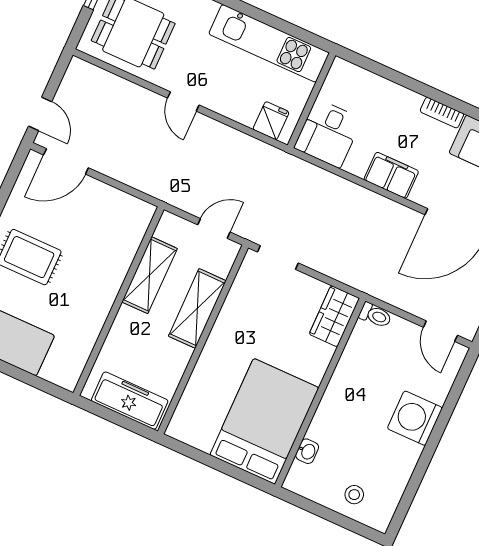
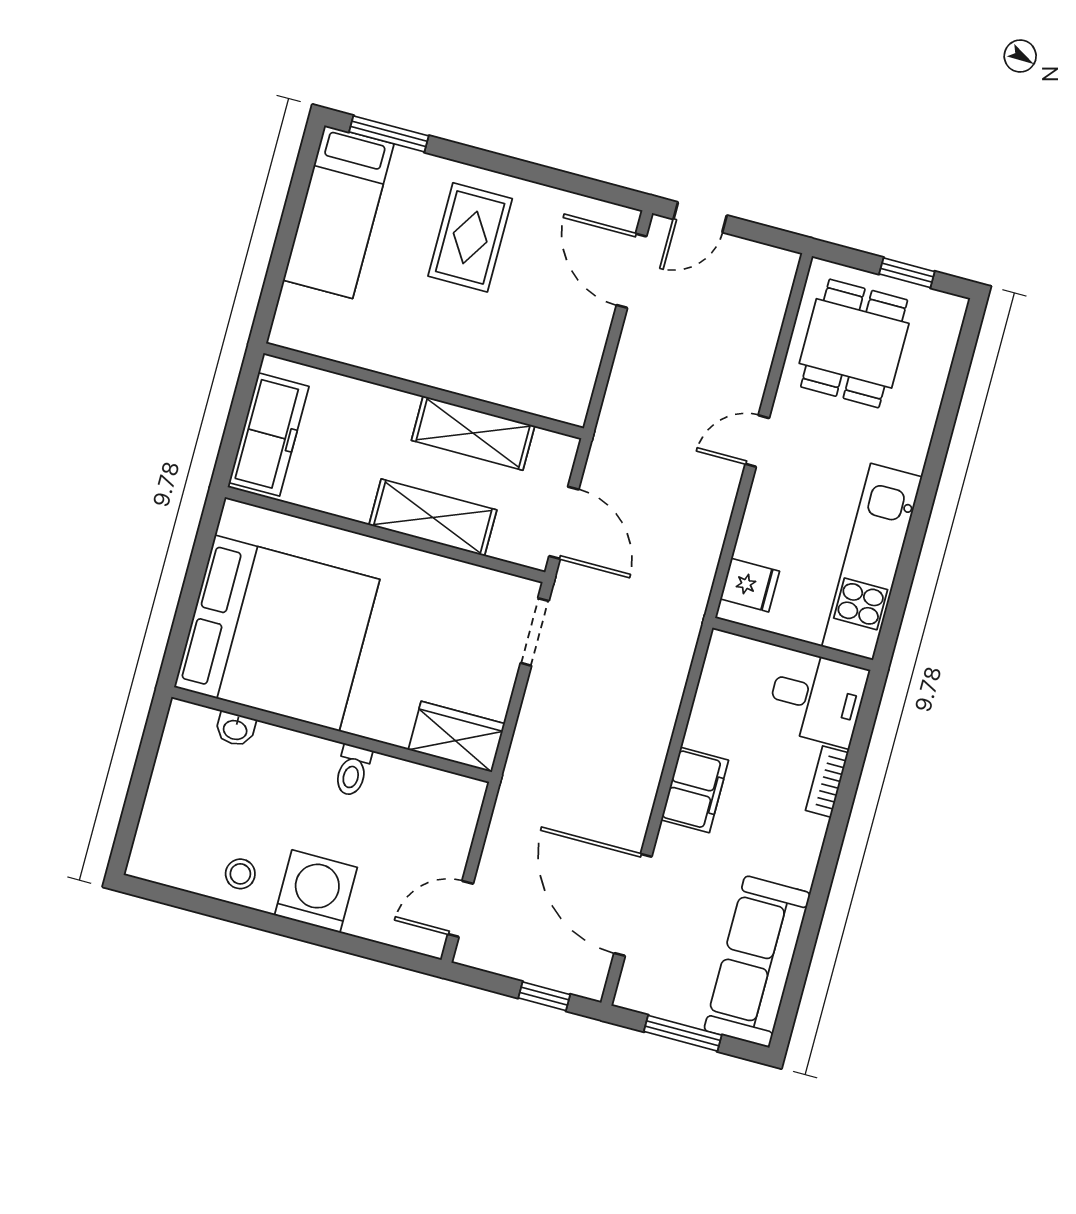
bookcase: (442, 113) -> (827, 782), moved
desk: (328, 133) -> (817, 698), moved, turned 180
door: (214, 228) -> (564, 523), width x1.37
toilet: (375, 315) -> (352, 770), moved
bed: (264, 421) -> (277, 633), width x1.36
stool: (354, 495) -> (240, 874), moved

